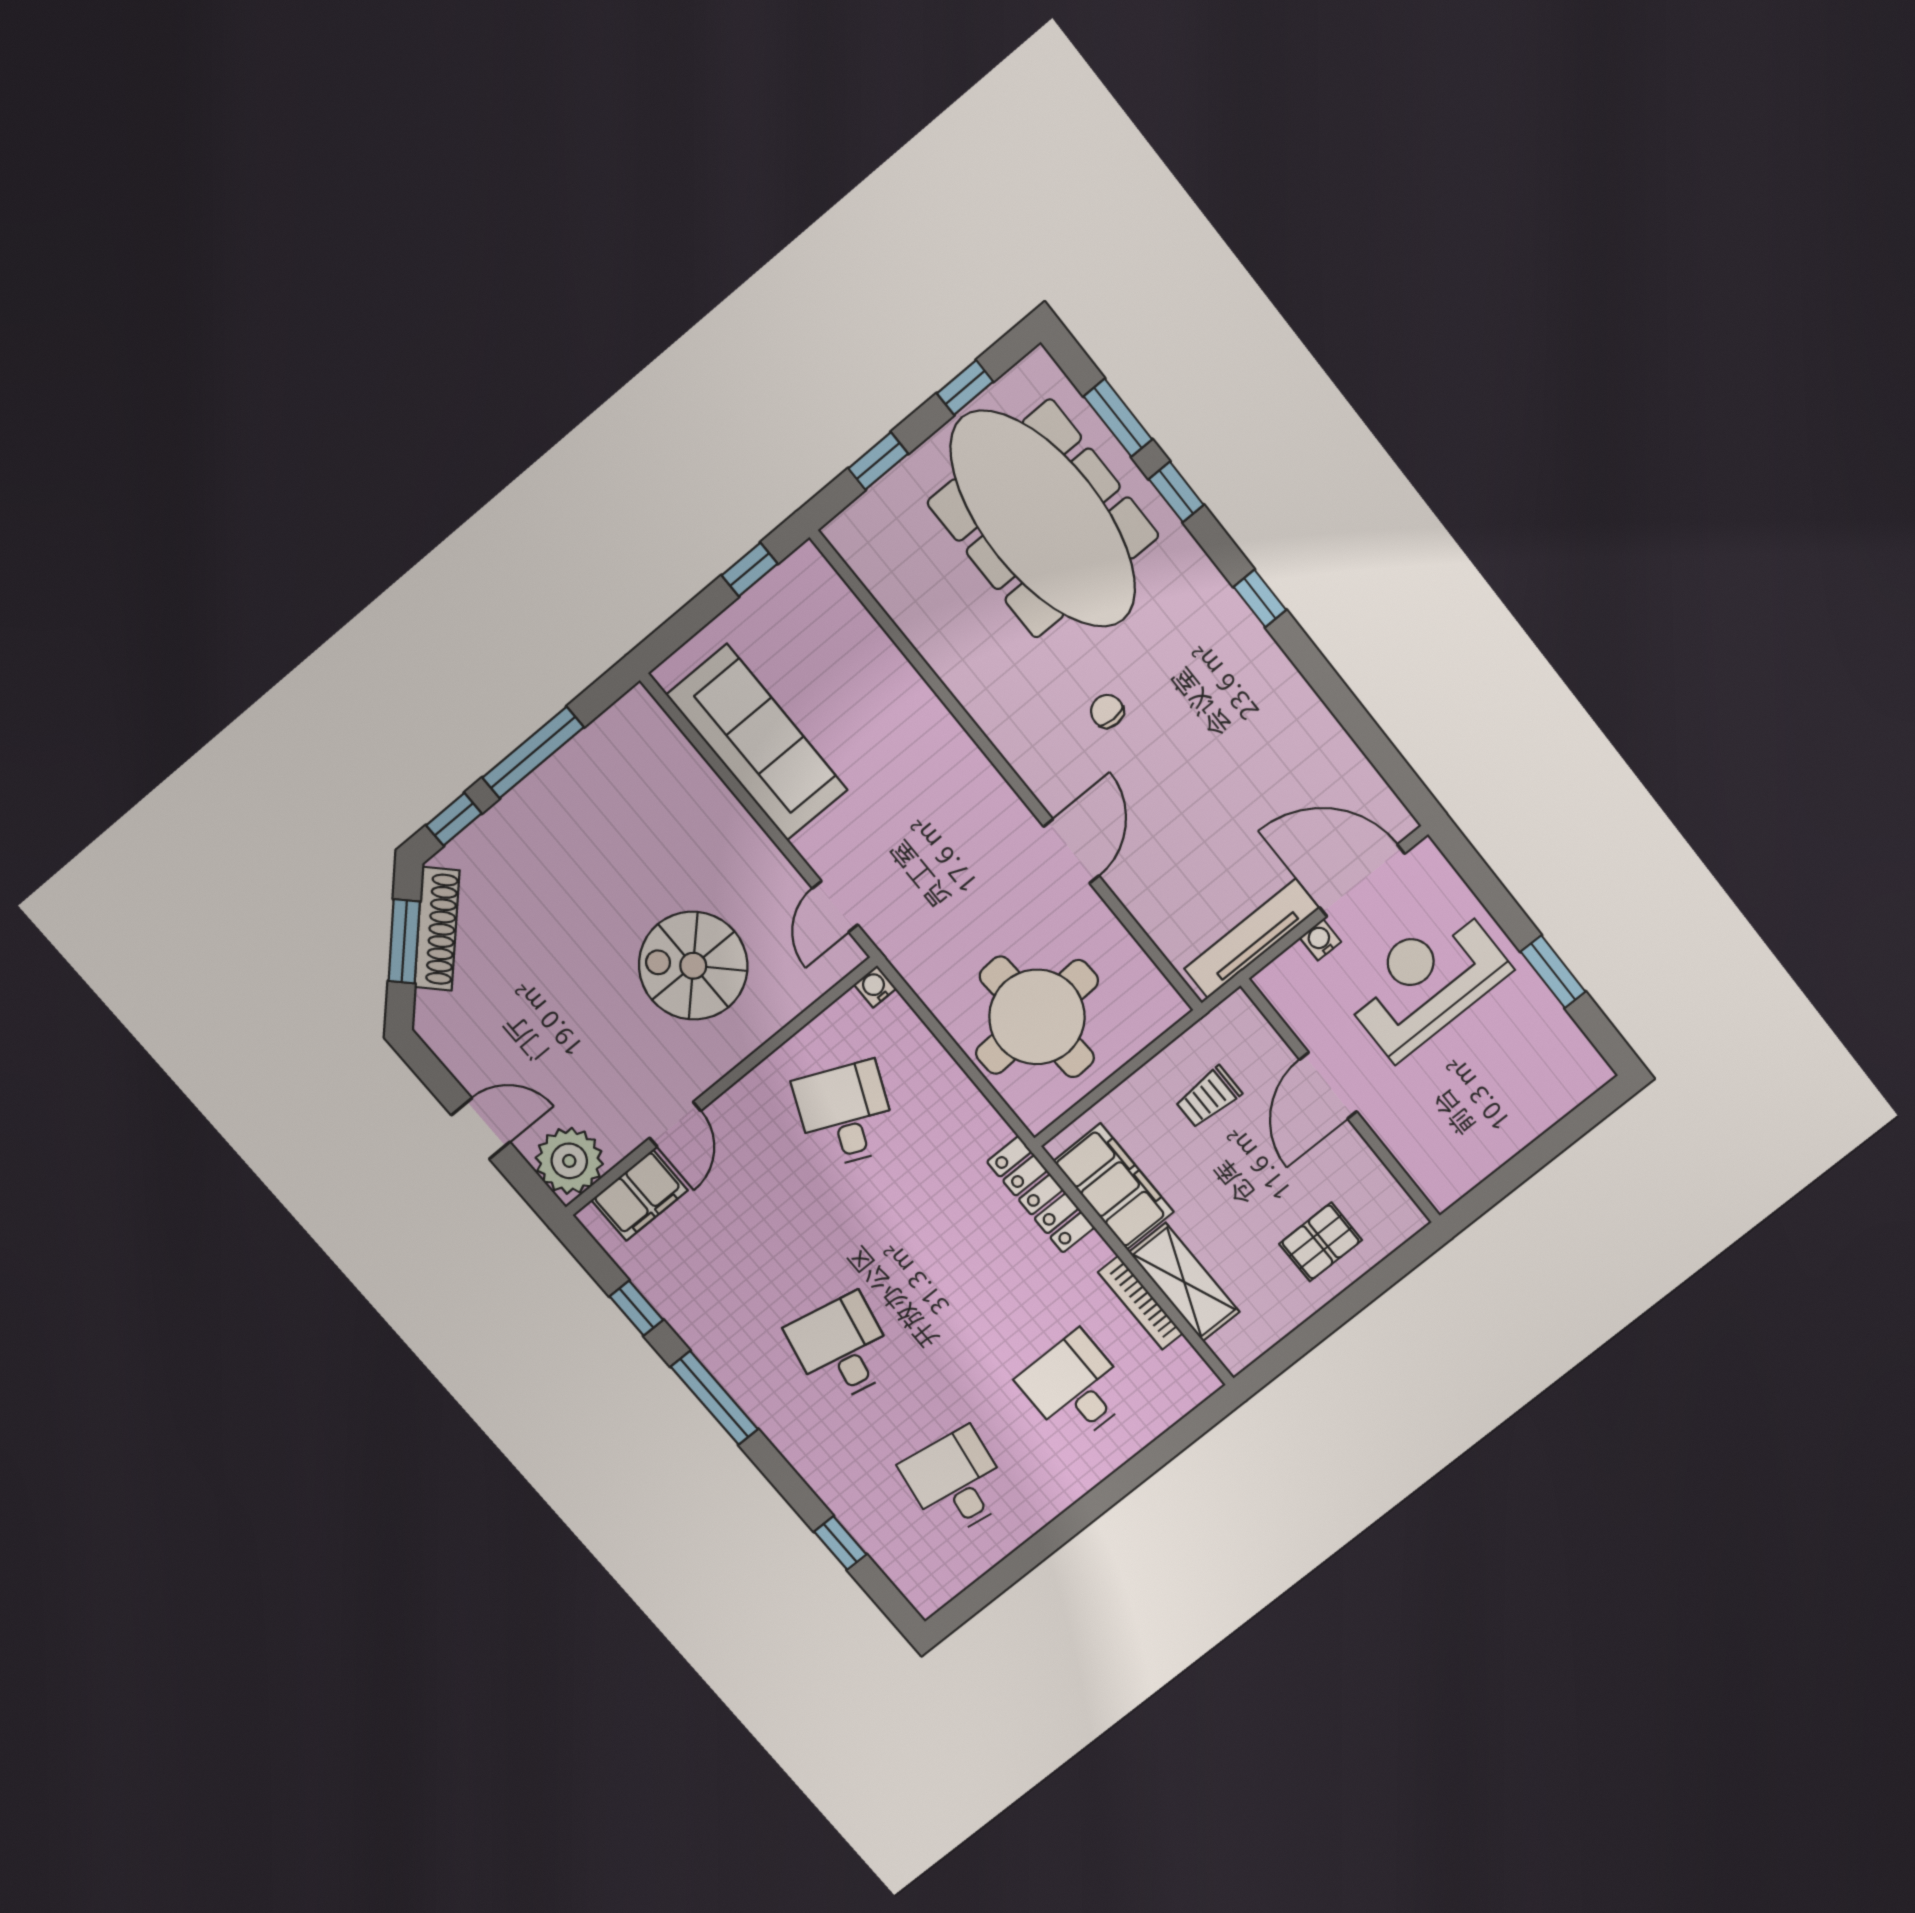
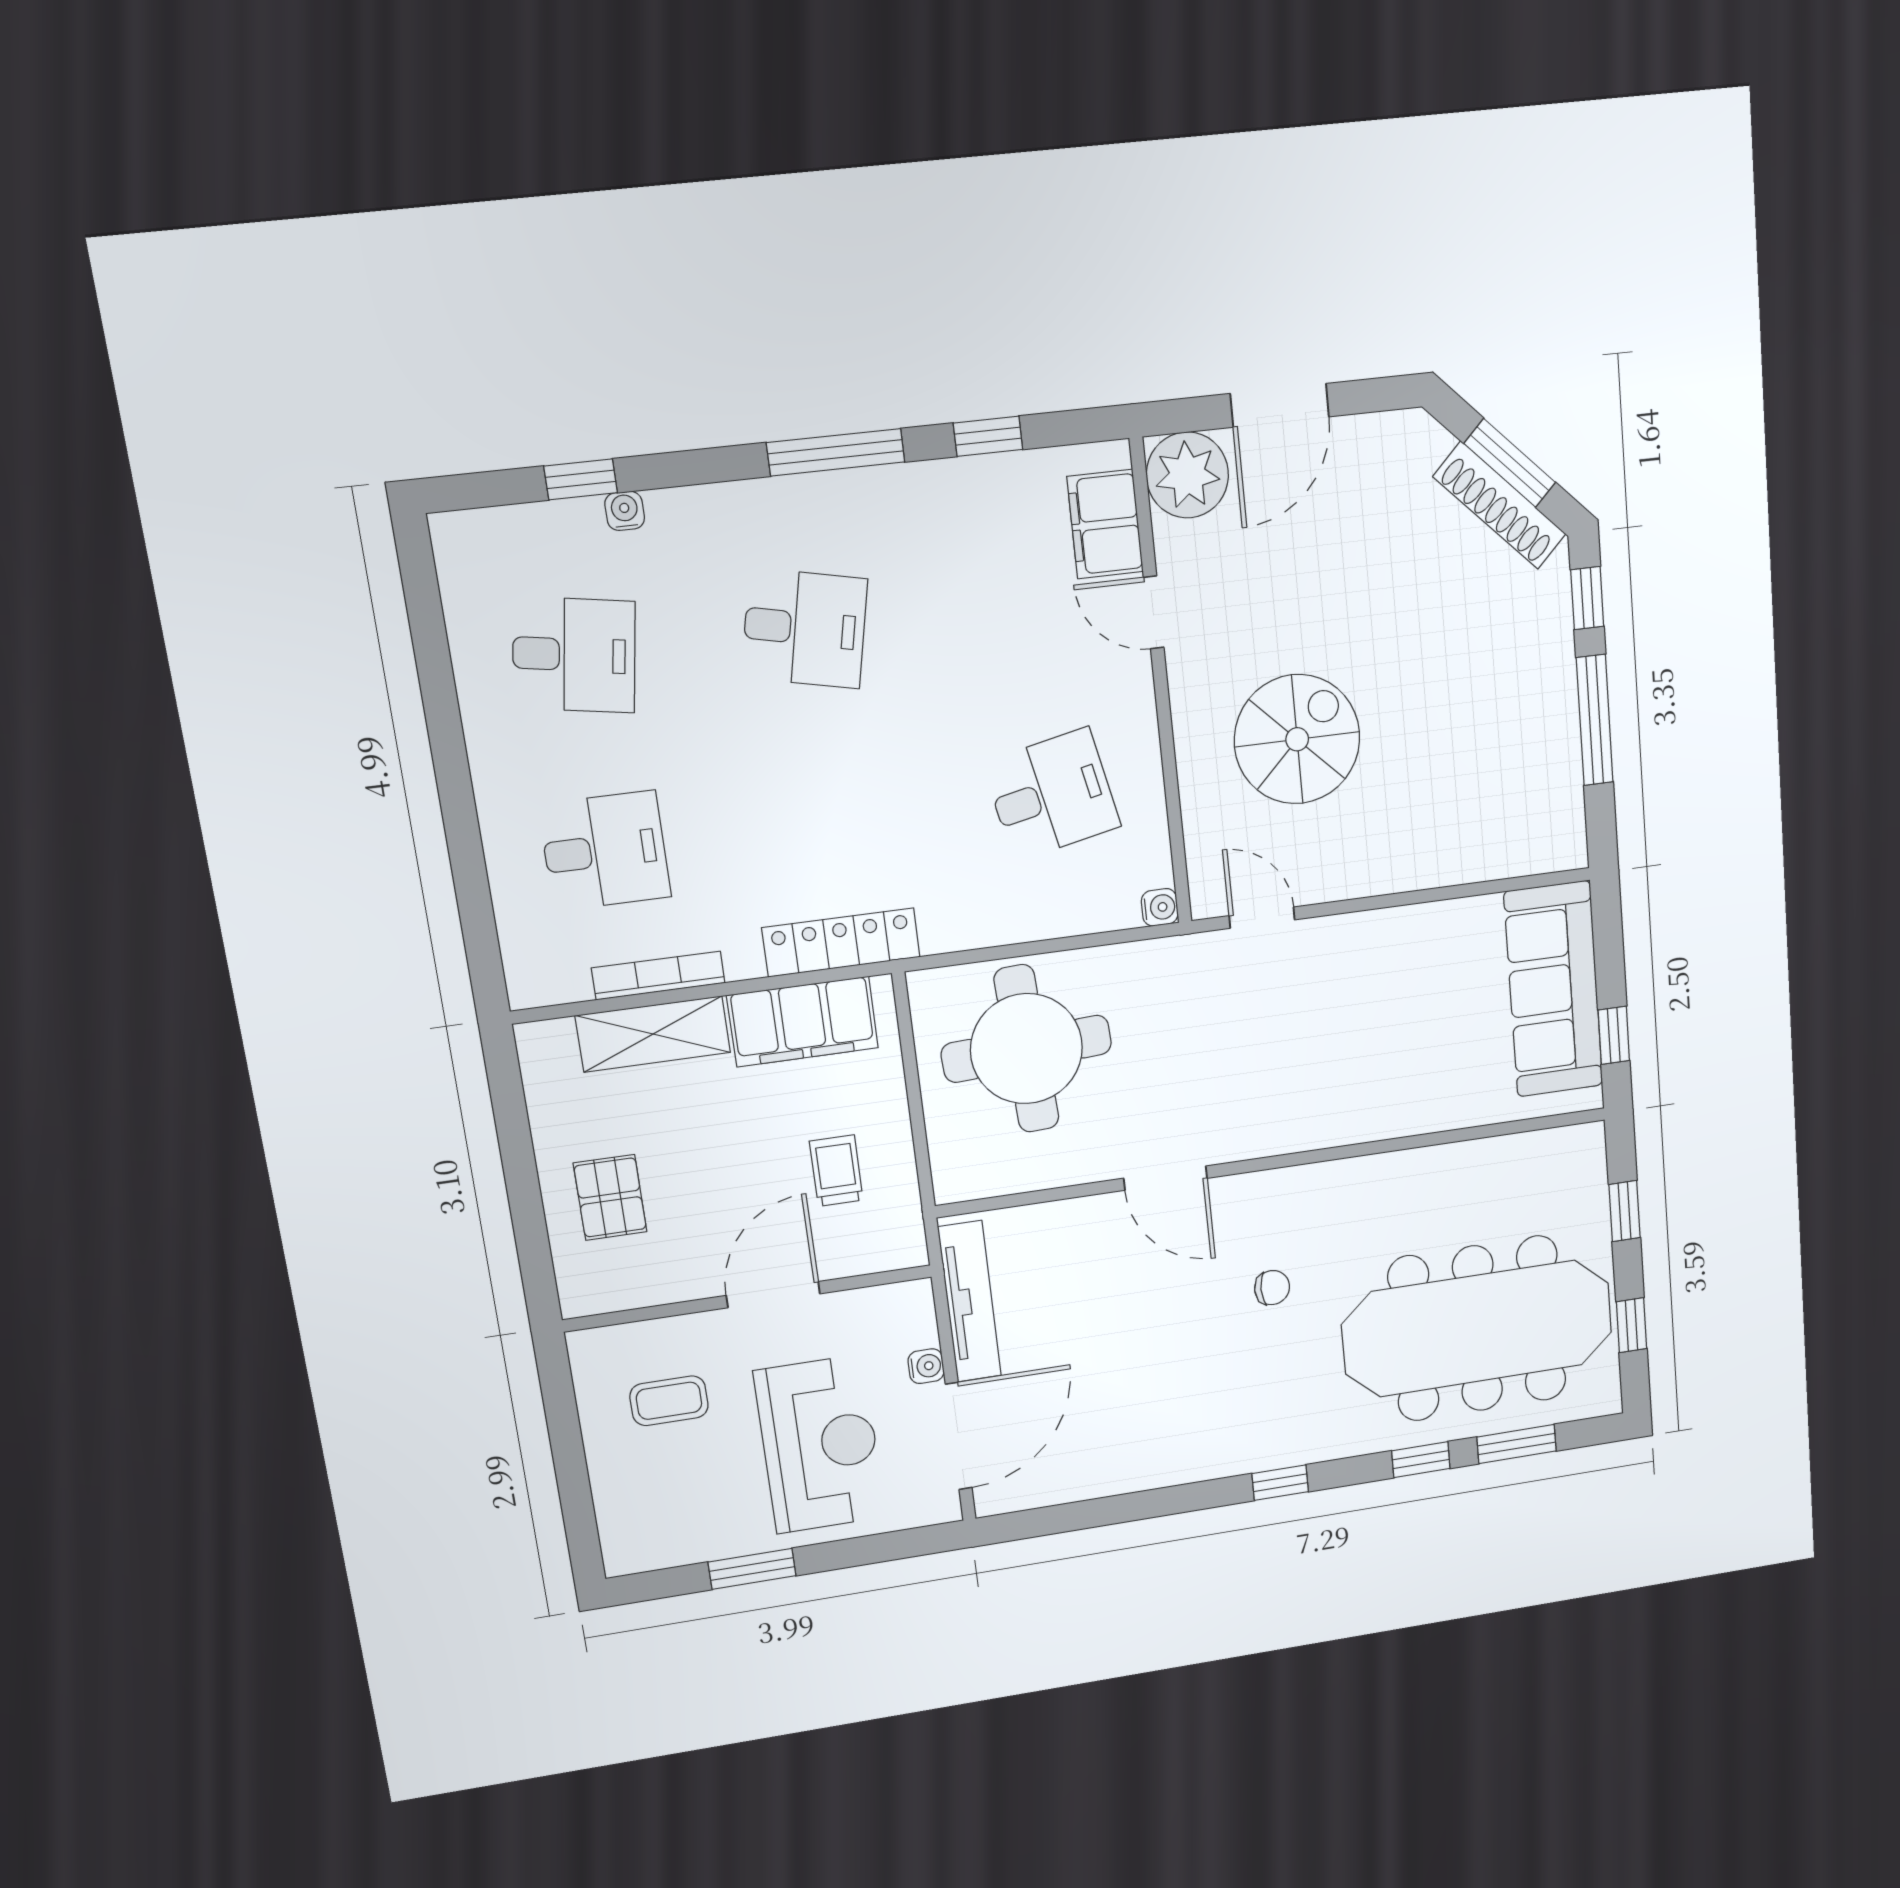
sofa: (757, 742) -> (1554, 989), moved, turned 90
door: (1328, 1086) -> (773, 1295), hinge flipped
coffee table: (1452, 1111) -> (669, 1401), added
desk: (845, 1114) -> (1052, 795), turned -36
door: (481, 1129) -> (1280, 405), width x1.37
water cooler: (842, 1505) -> (625, 511), added

